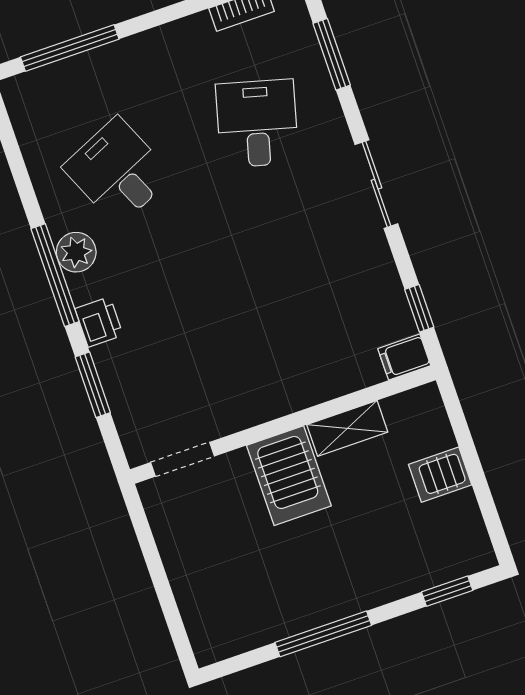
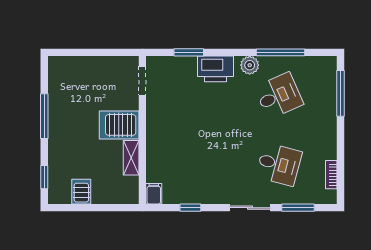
sliding door: (376, 184) -> (250, 208), moved
window: (55, 275) -> (281, 52), moved
window: (419, 308) -> (190, 208), moved
printer: (99, 322) -> (215, 69), width x1.87, depth x1.48
server rack: (440, 475) -> (81, 192), moved

